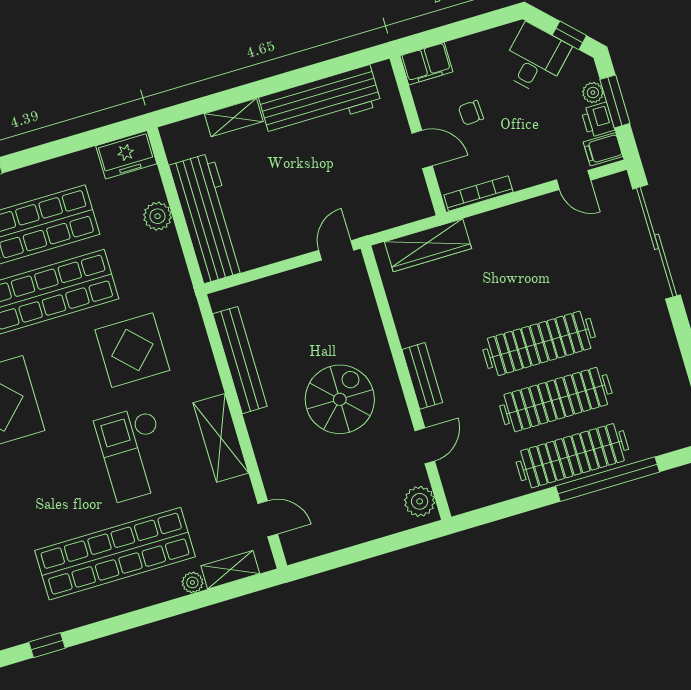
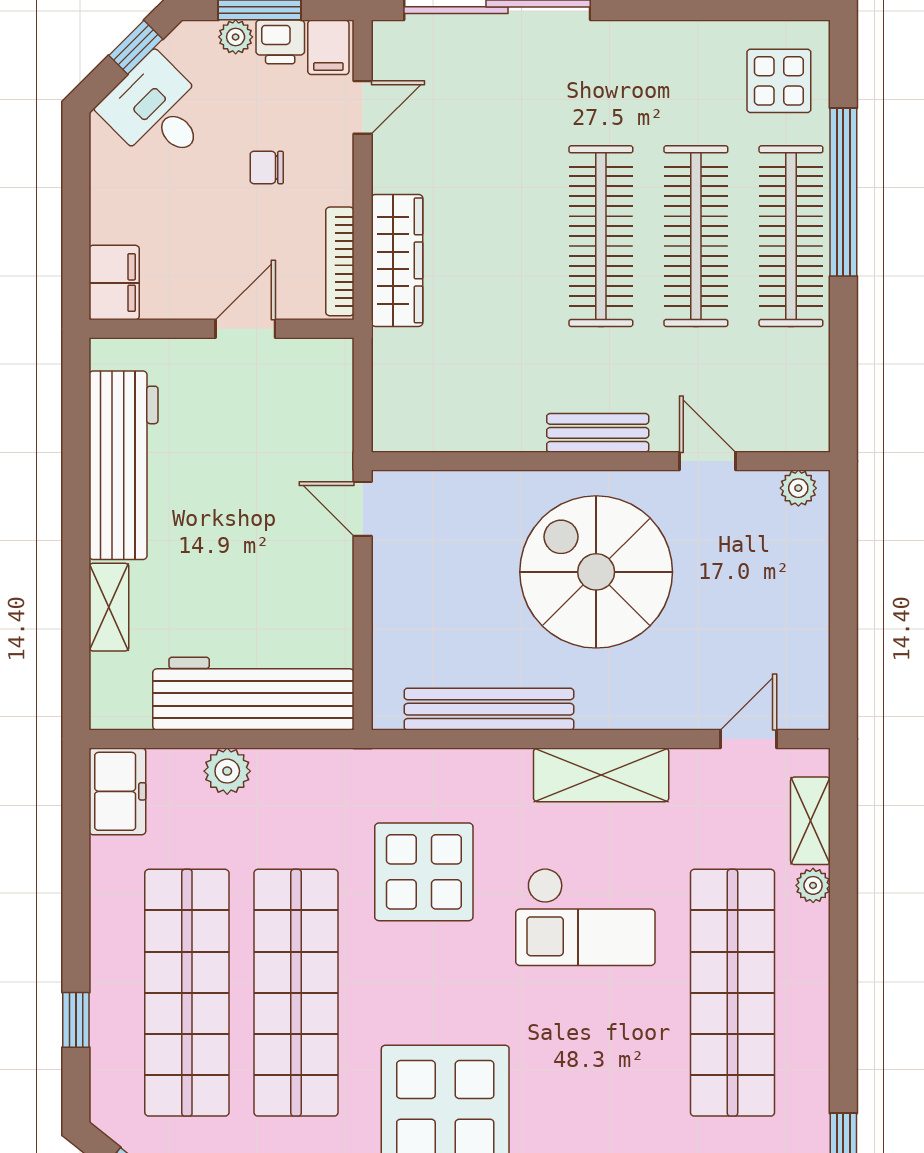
chair: (471, 113) -> (267, 167), moved, turned 93
wardrobe: (428, 245) -> (397, 260), moved
spiral stairs: (340, 399) -> (596, 572), width x1.37, depth x1.37
display table: (662, 421) -> (779, 81), added
plant: (420, 501) -> (798, 488), width x0.73, depth x0.73

